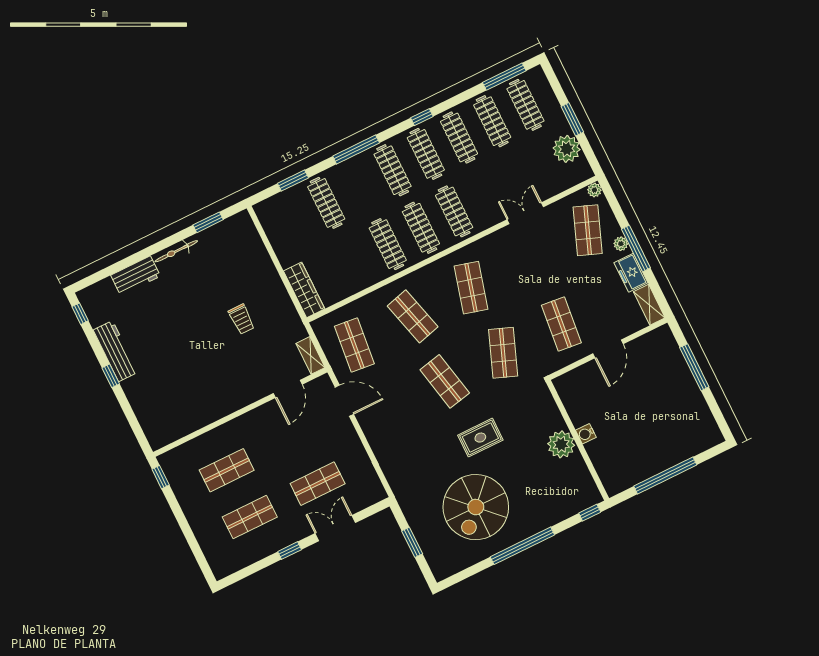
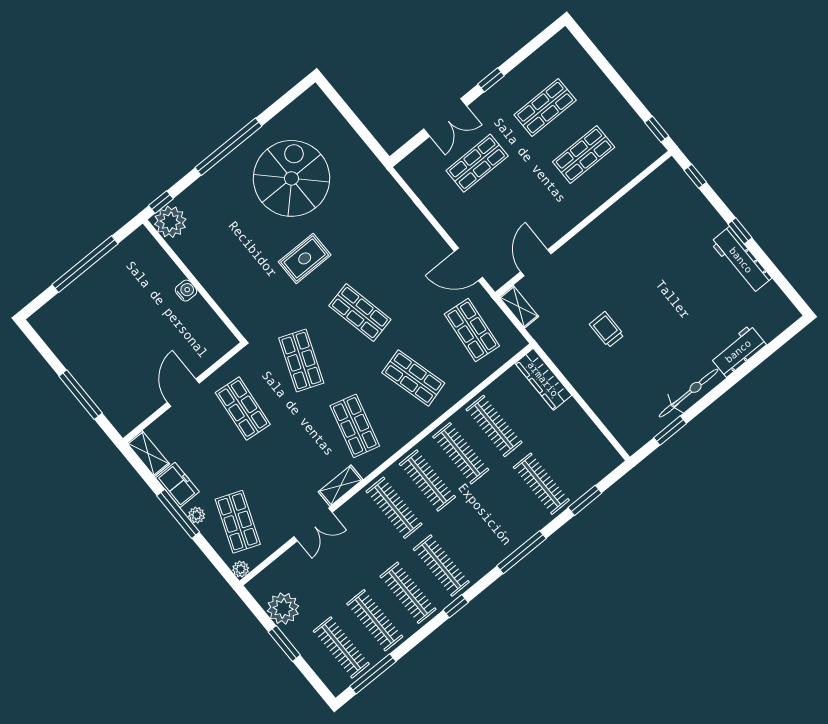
clothes rail: (393, 170) -> (494, 426), moved
shelving: (495, 240) -> (341, 486), added
bicycle: (176, 251) -> (689, 393), width x1.37, depth x1.40
window: (80, 314) -> (695, 176), moved
plant: (561, 444) -> (170, 222), moved
window: (412, 542) -> (354, 122), removed

